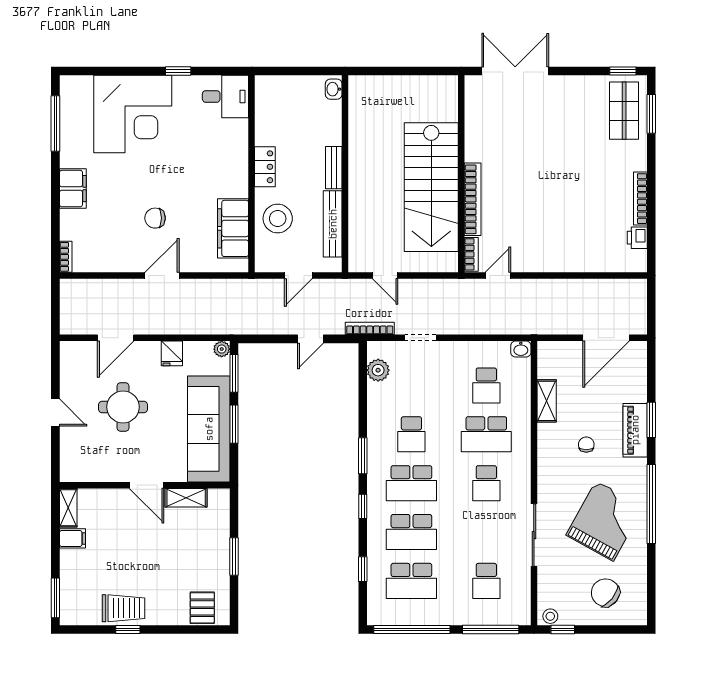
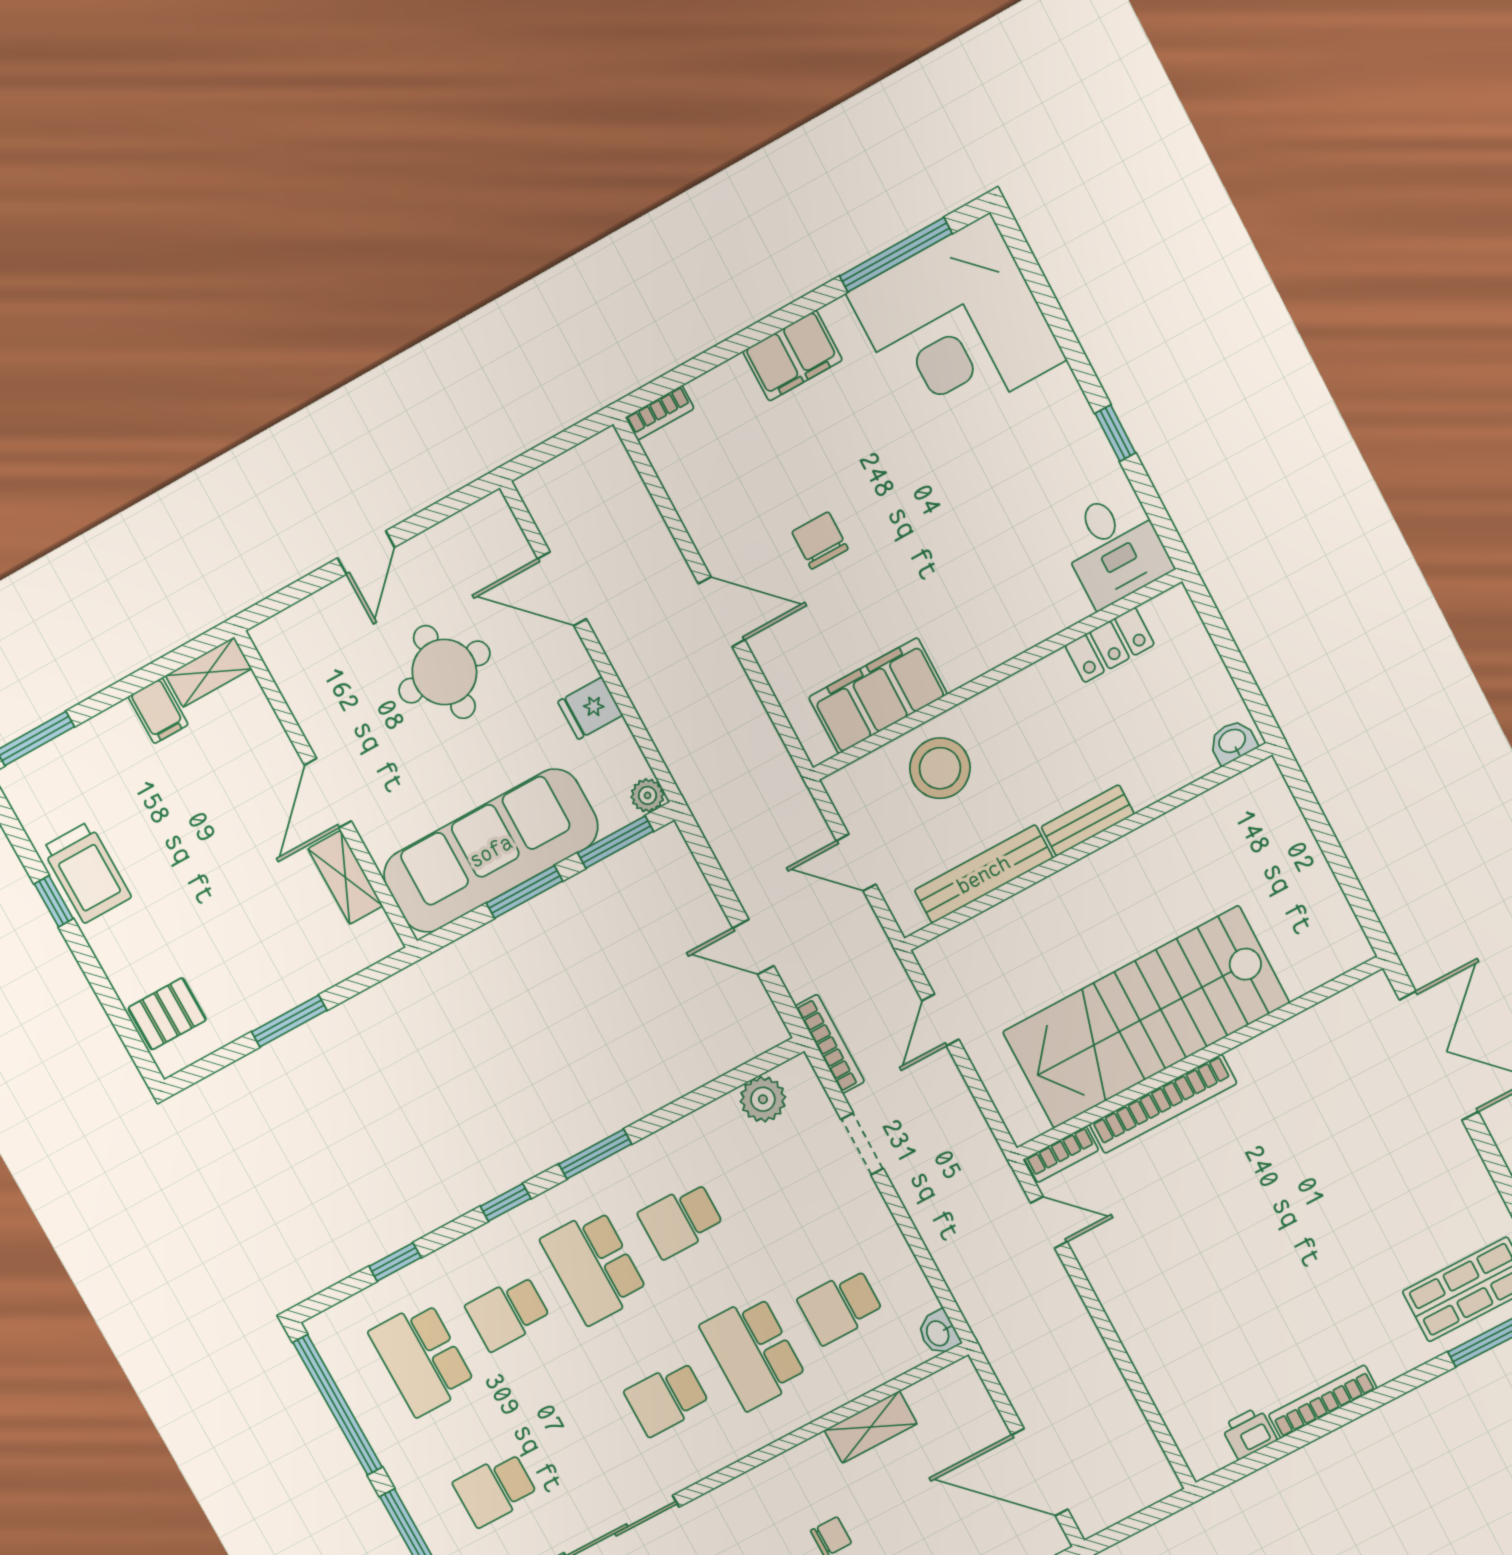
corner desk: (133, 114) -> (956, 327), moved
locker: (265, 167) -> (1110, 645), moved
school desk: (411, 532) -> (508, 1313), width x0.54

